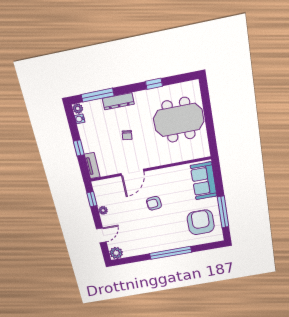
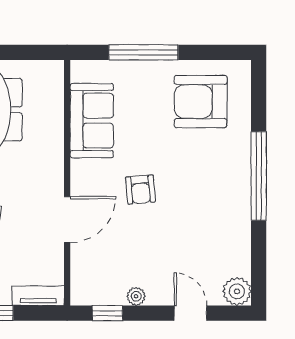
door: (132, 172) -> (67, 219), hinge flipped
sofa: (204, 181) -> (92, 121), moved, turned -90
window: (223, 212) -> (143, 52), moved

